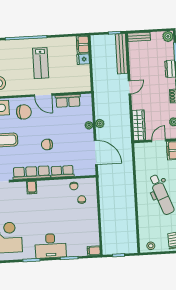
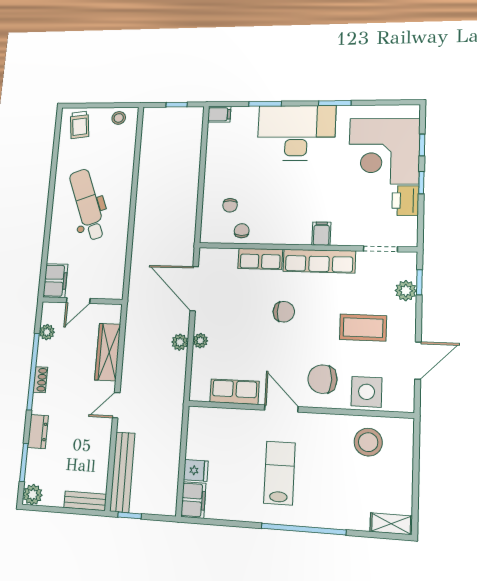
wardrobe: (139, 125) -> (108, 352), moved
desk: (51, 246) -> (296, 133), width x1.36, depth x1.30

